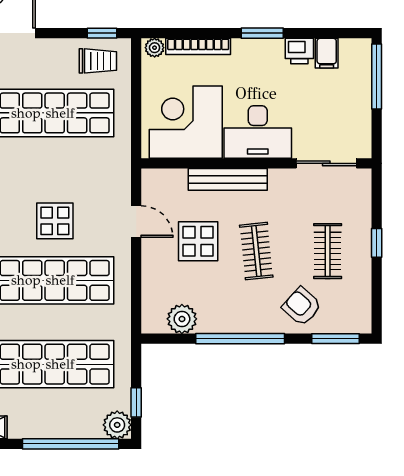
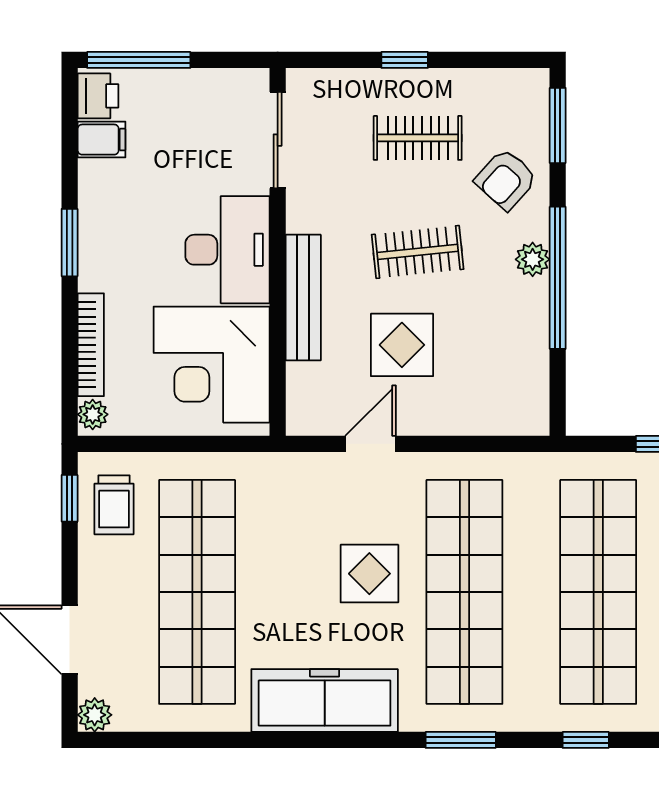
printer: (299, 51) -> (98, 96), moved
trolley: (98, 61) -> (114, 505), turned 180
plant: (182, 319) -> (533, 259), moved, width x0.73, depth x0.73

